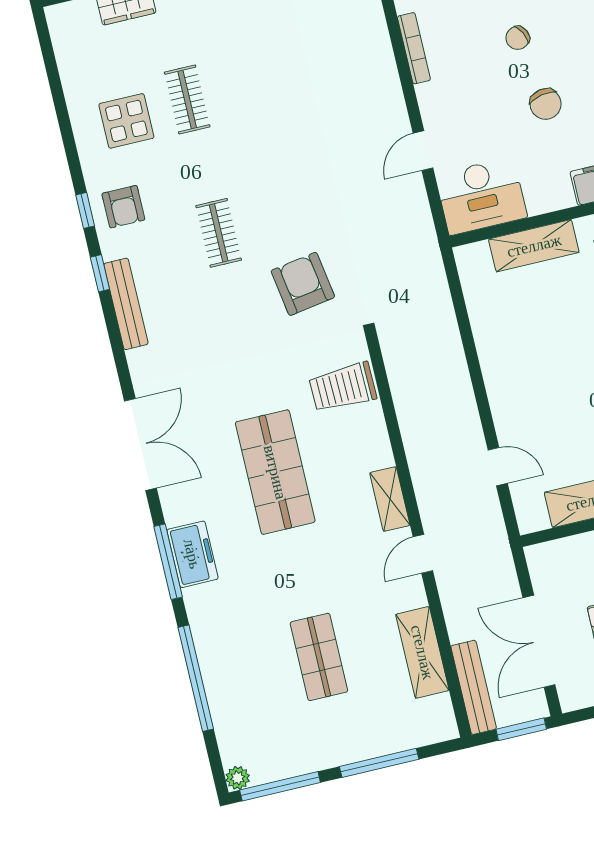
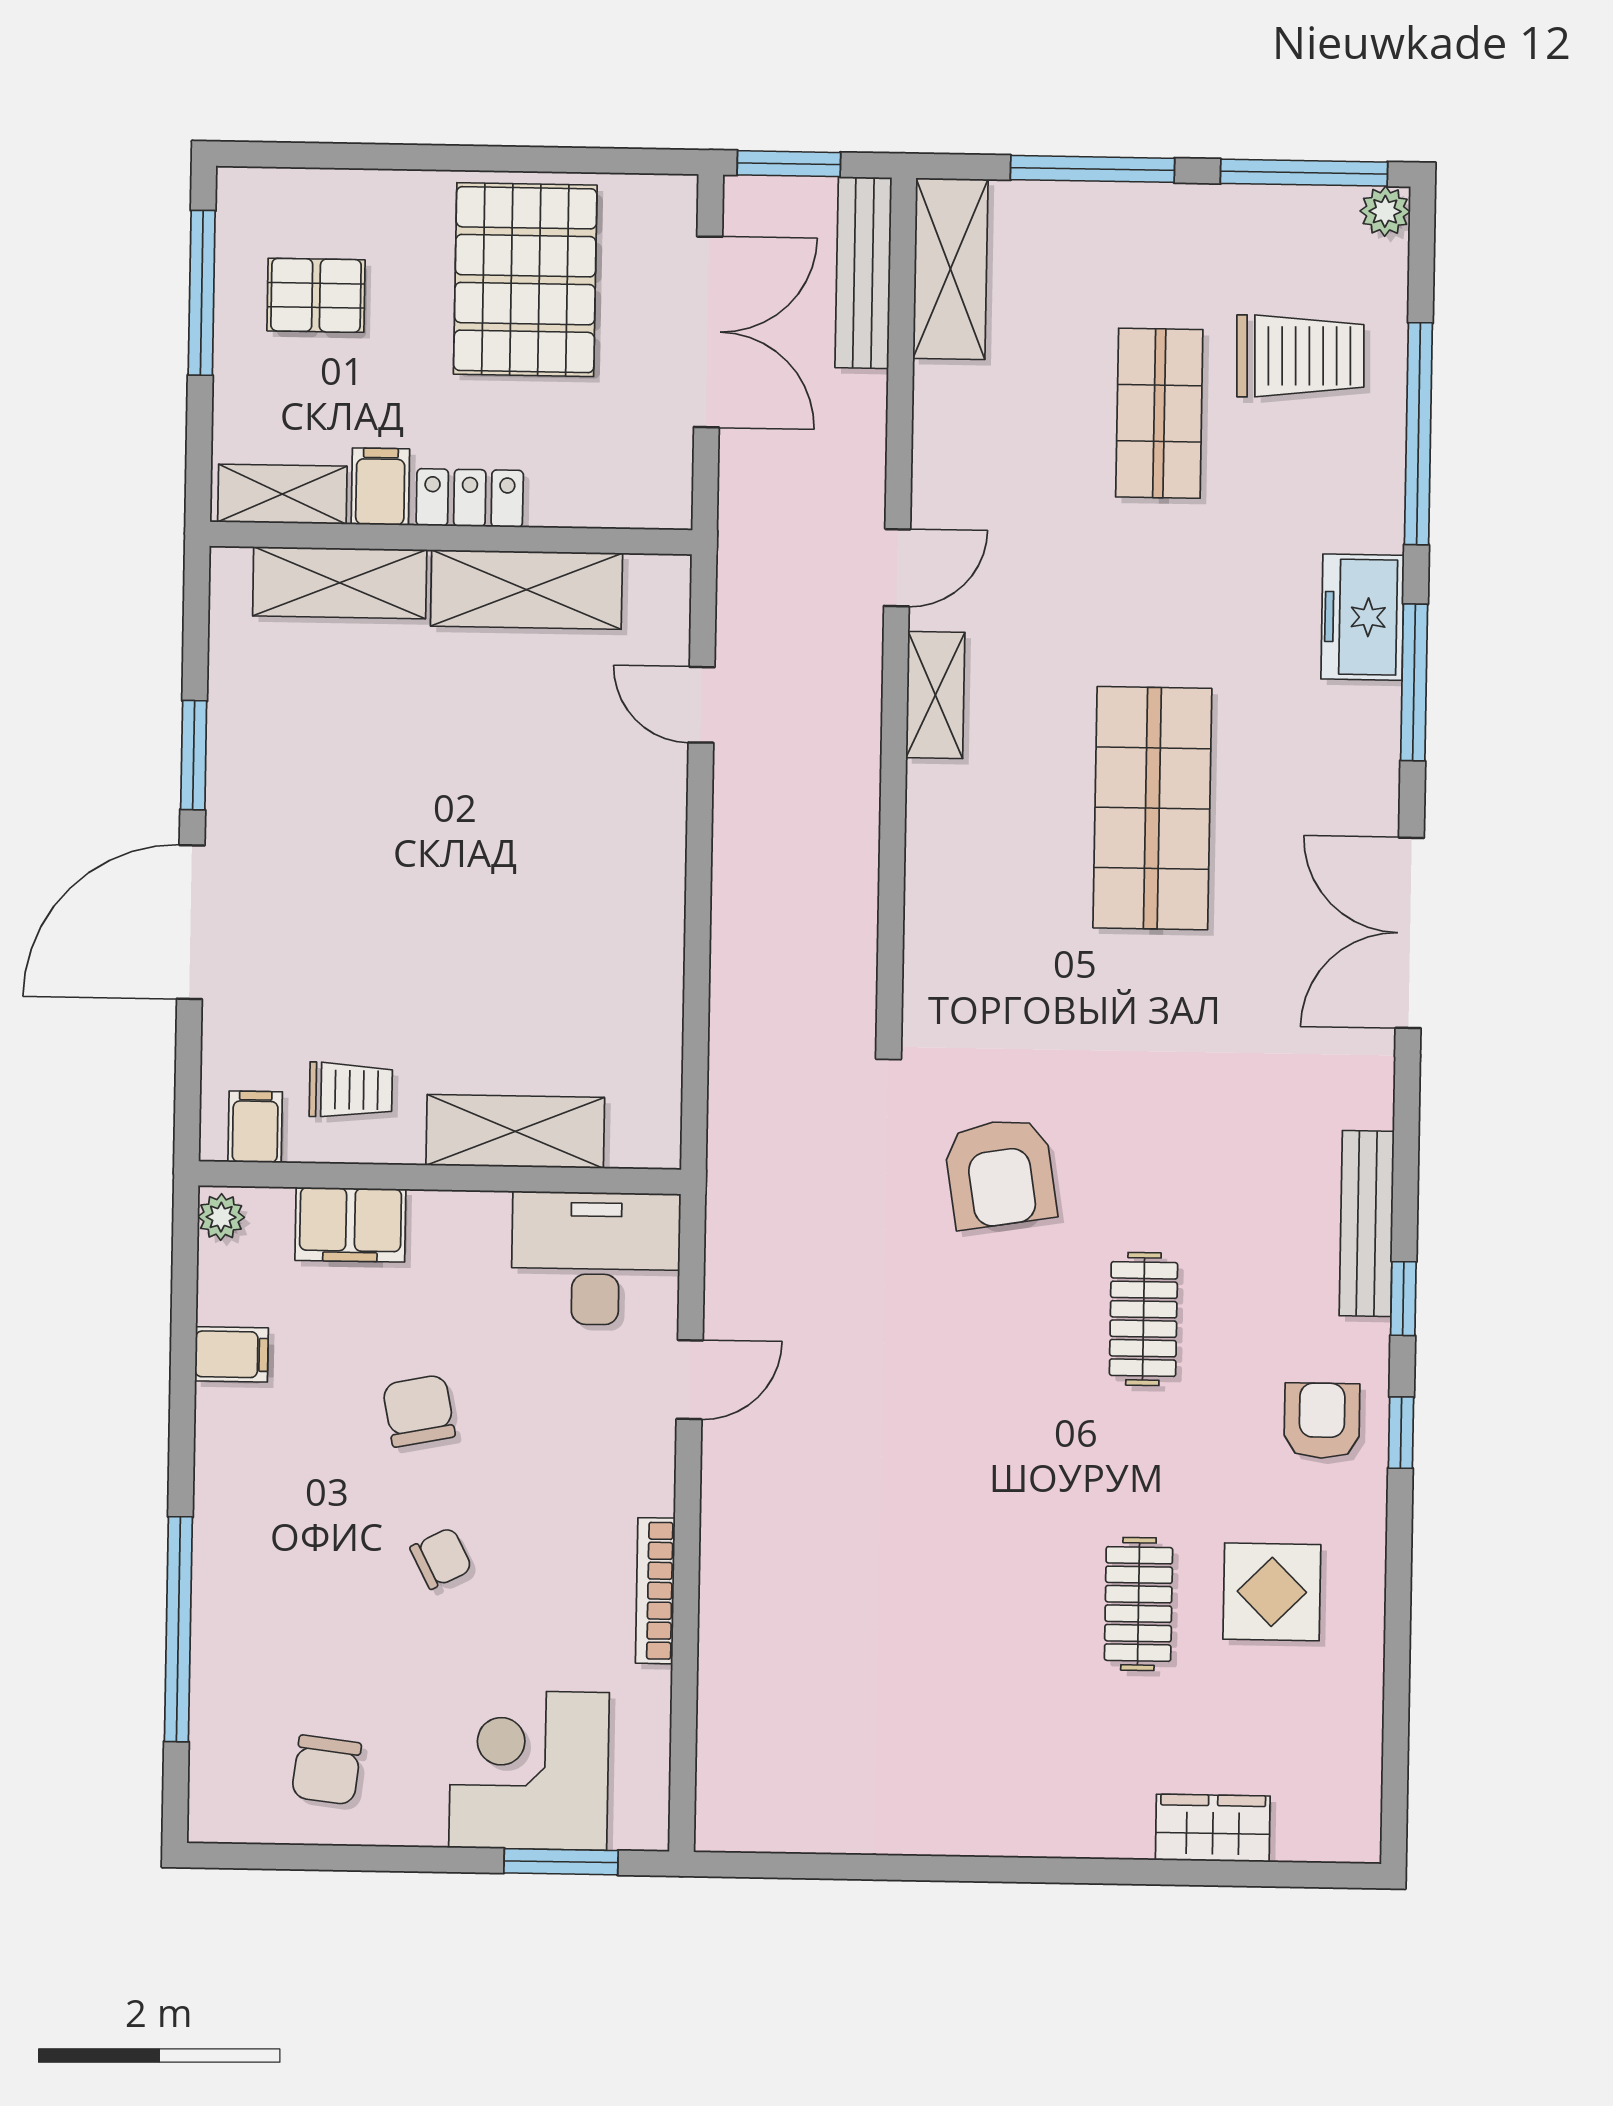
trolley: (343, 387) -> (1300, 356), moved
freezer: (192, 554) -> (1363, 617), moved
shelving: (422, 652) -> (950, 269), moved

